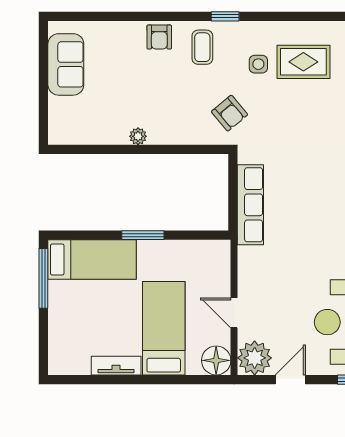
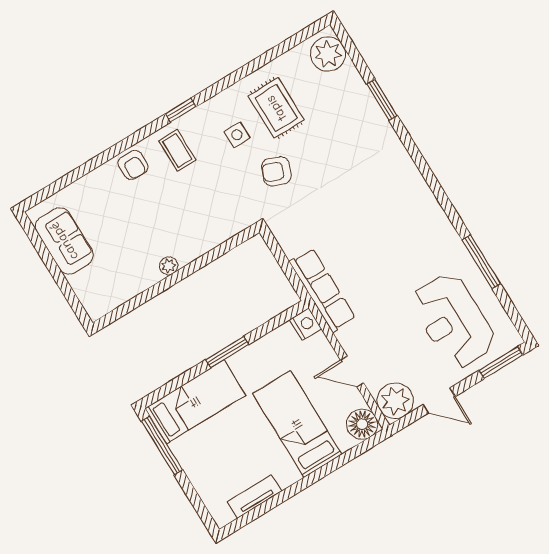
rug: (303, 62) -> (276, 108), turned 90
armchair: (230, 113) -> (276, 171), moved, turned 151
row of seats: (250, 205) -> (322, 290), moved
nightstand: (220, 251) -> (305, 324), added
tv unit: (116, 366) -> (254, 496), moved
door: (290, 380) -> (439, 401), swing flipped

